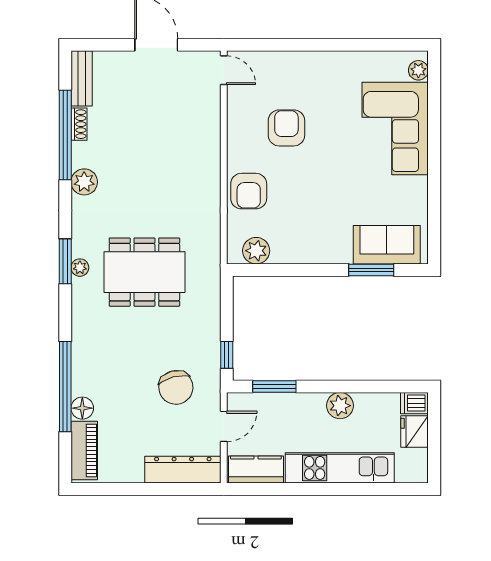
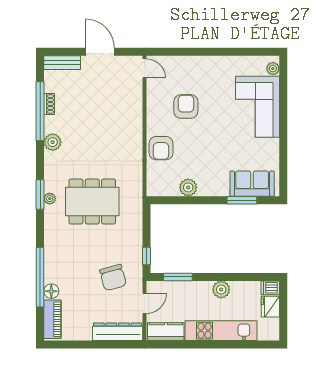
bench: (82, 78) -> (62, 63), moved, turned 90
plant: (256, 251) -> (188, 187), moved

